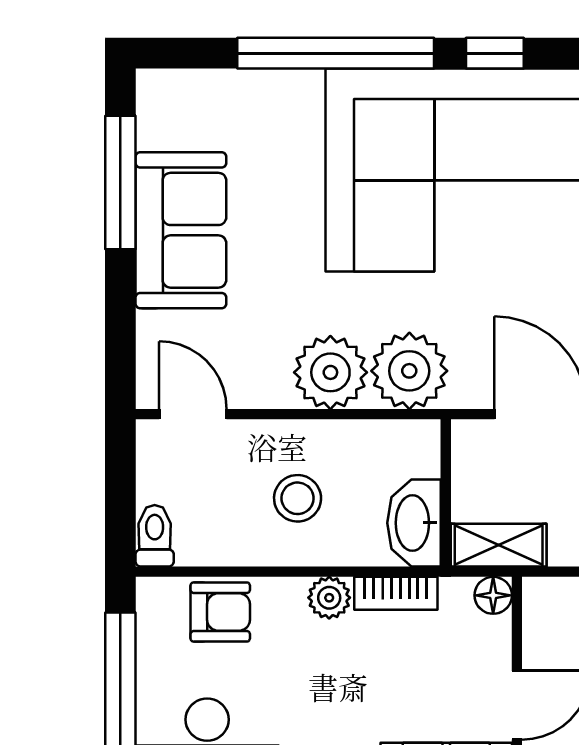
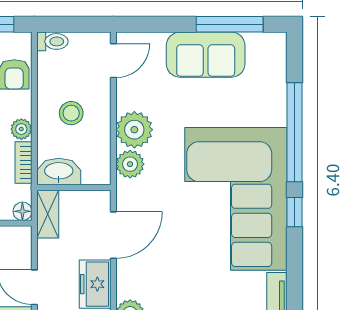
plant: (409, 371) -> (130, 164), width x0.73, depth x0.73

